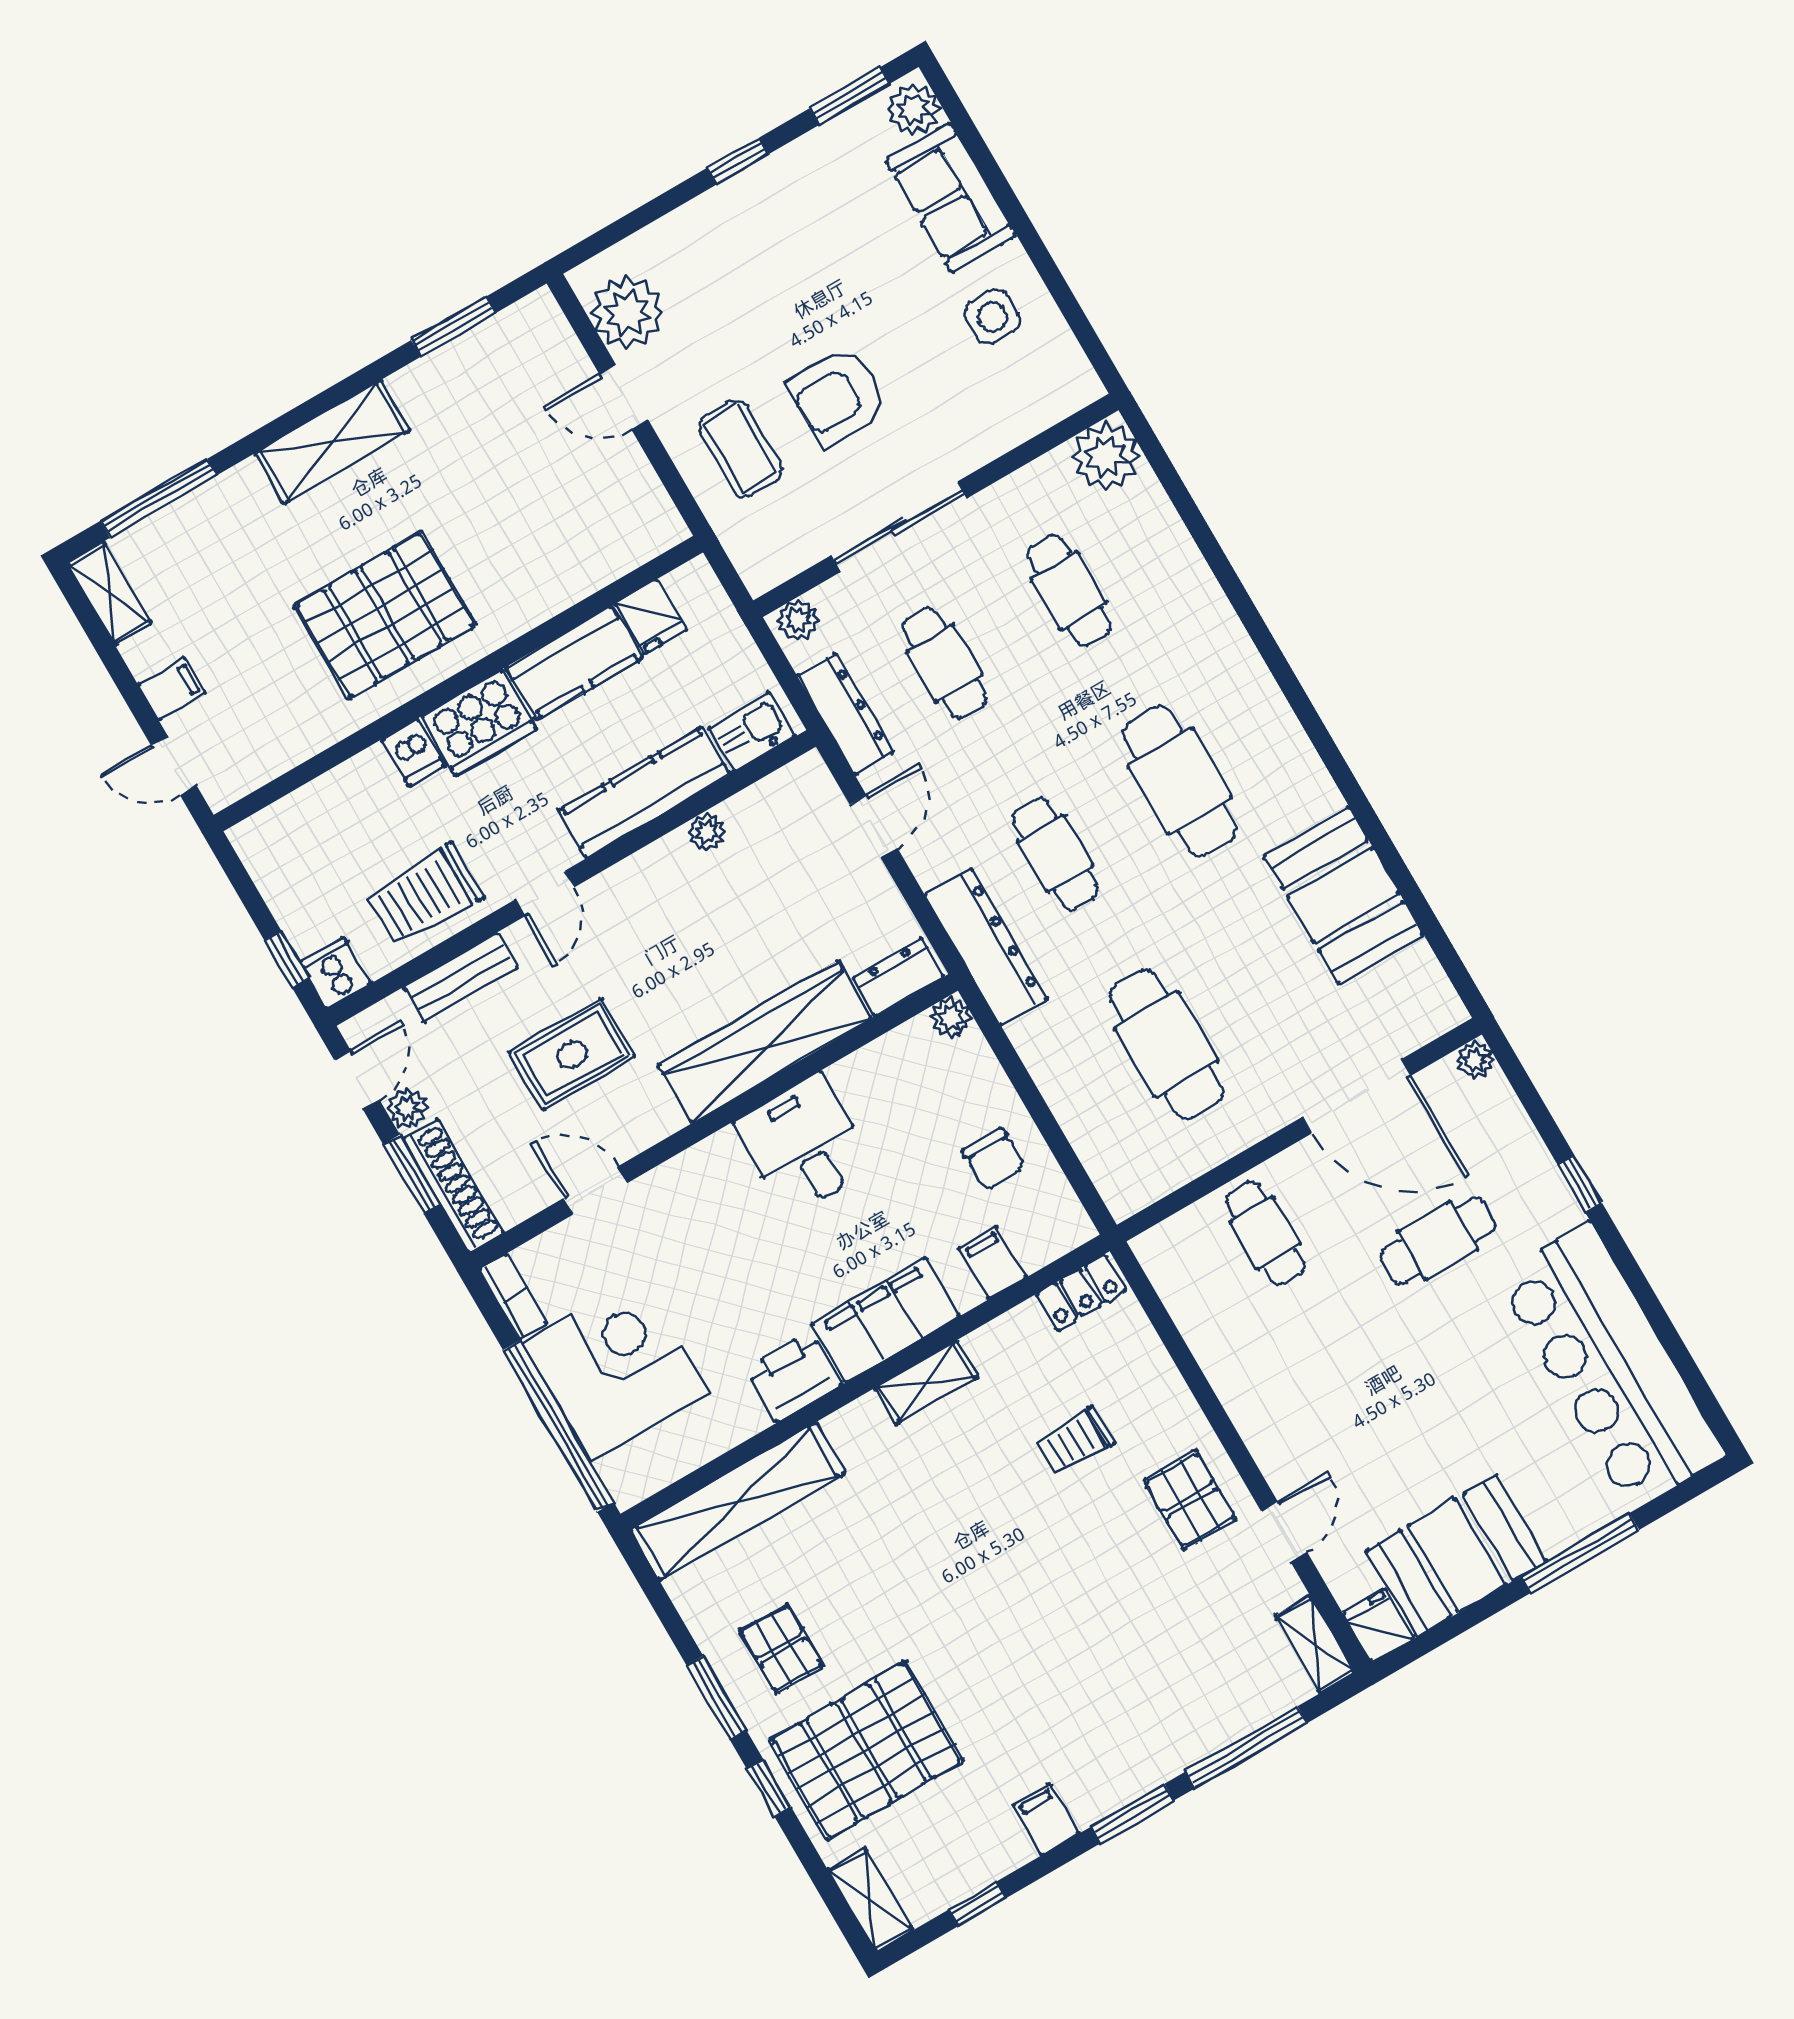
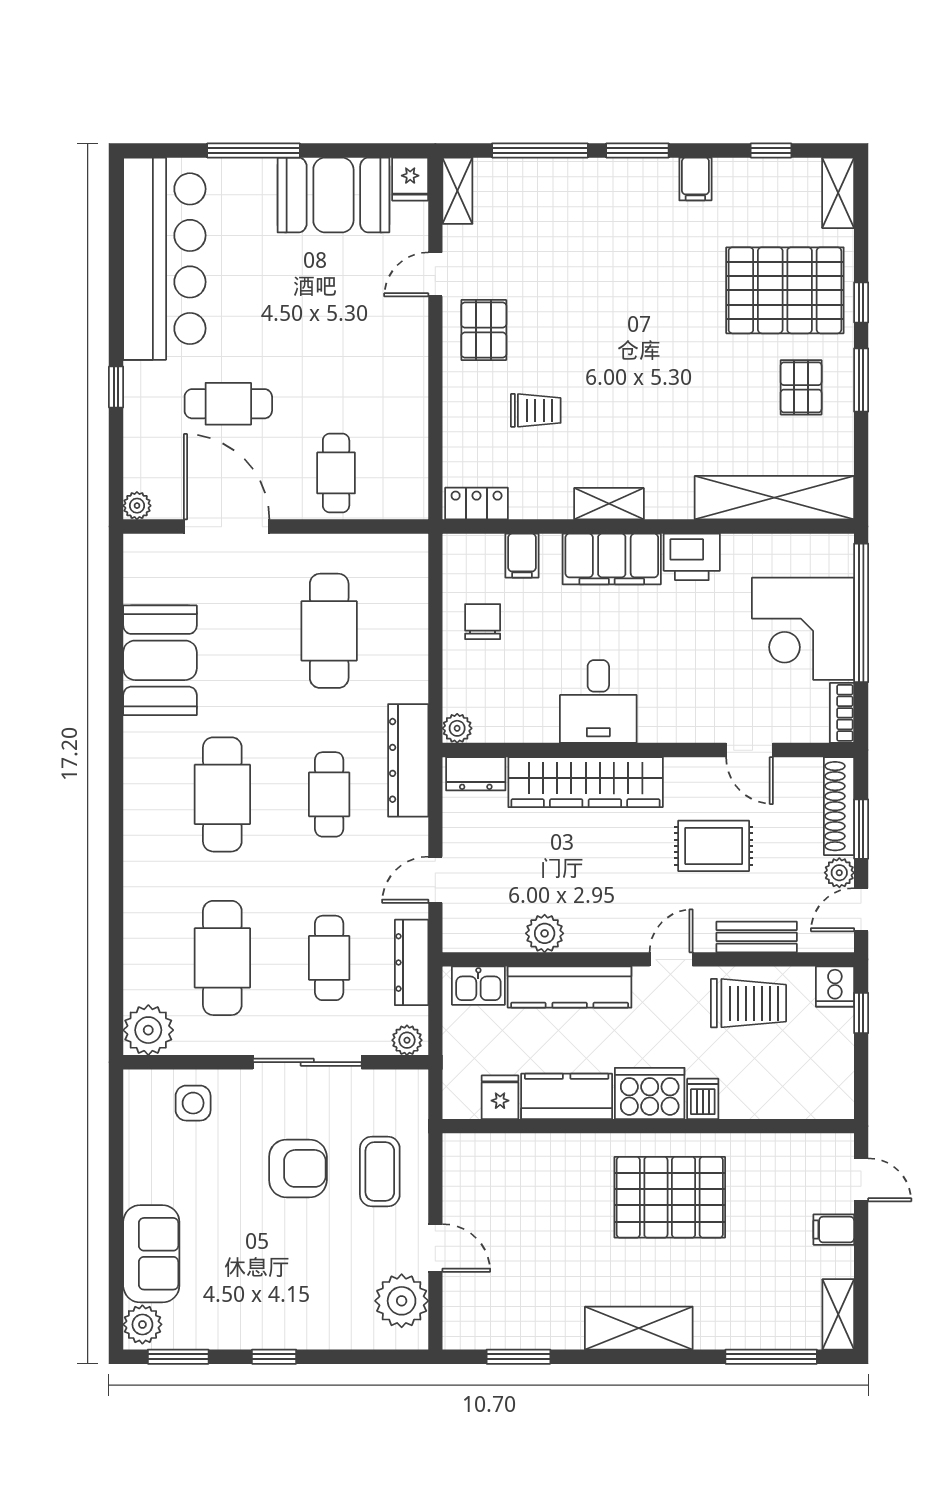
side table: (992, 317) -> (193, 1103), moved
cafe table: (1069, 591) -> (222, 958), width x1.37, depth x1.35
plant: (706, 832) -> (545, 933), width x1.38, depth x1.38

